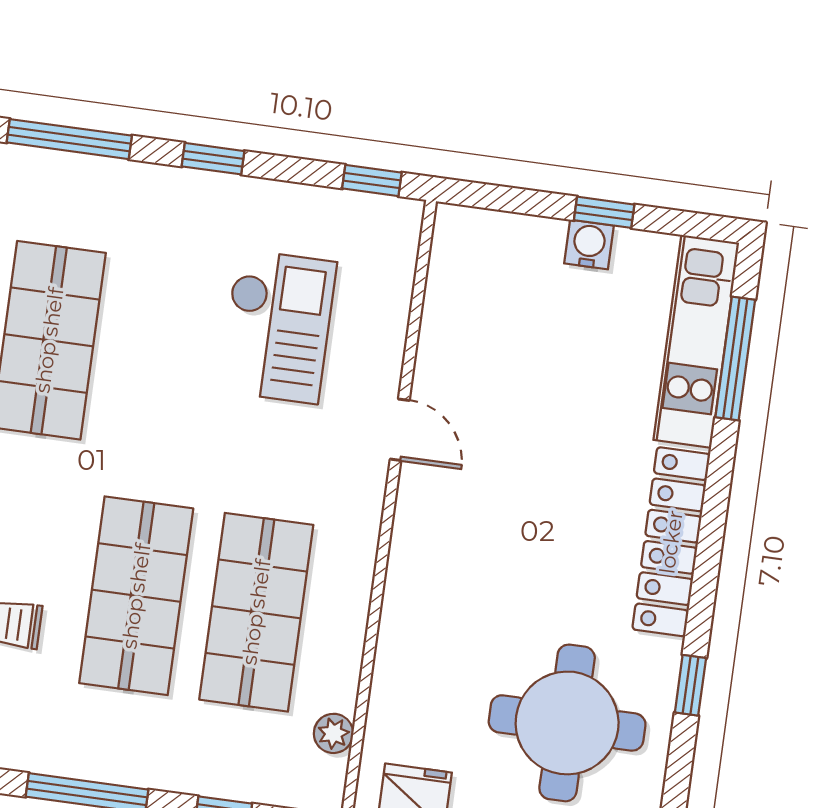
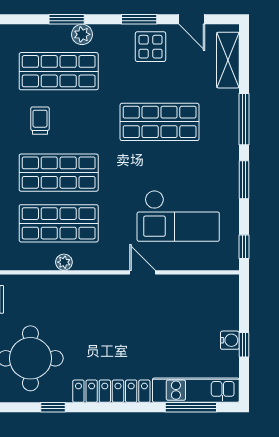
window: (213, 159) -> (244, 180), width x1.50
checkout: (278, 326) -> (178, 216), width x1.36, depth x1.21
door: (400, 430) -> (142, 272), swing flipped
plant: (334, 733) -> (64, 262), moved

